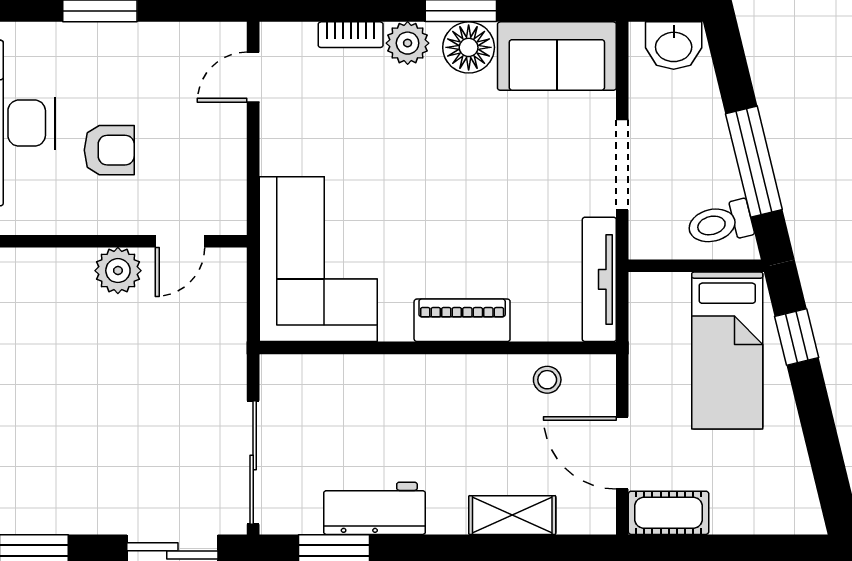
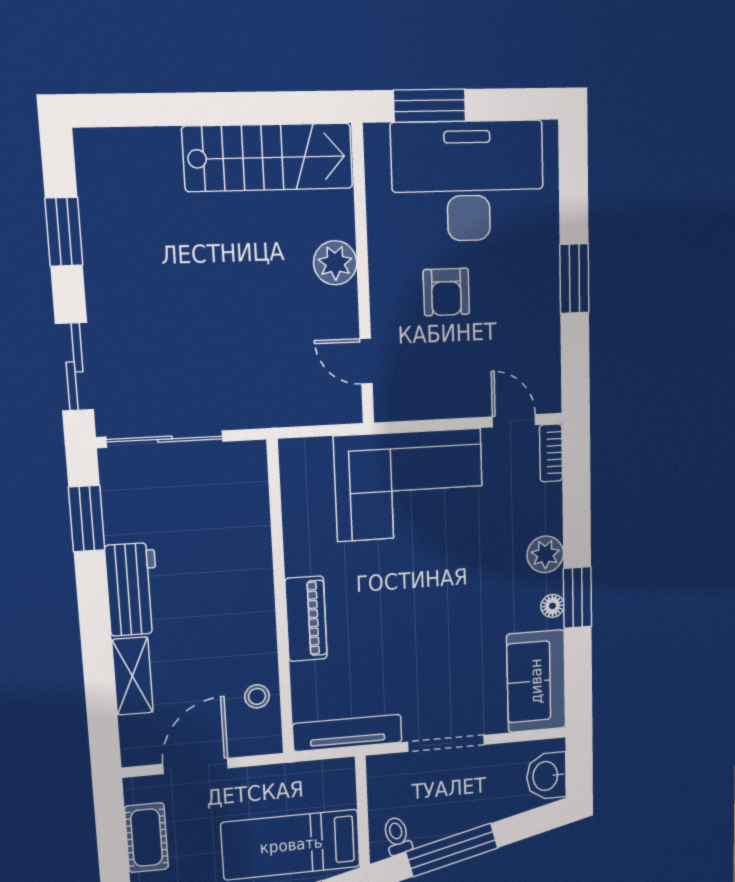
bookcase: (351, 35) -> (551, 453), moved
floor lamp: (469, 47) -> (552, 606), width x0.53, depth x0.53
toilet: (720, 223) -> (397, 836), width x0.73, depth x0.72
corner sofa: (318, 259) -> (409, 485), moved
plant: (118, 271) -> (335, 263), moved
workbench: (375, 508) -> (132, 589), moved
cot: (669, 513) -> (147, 838), moved

